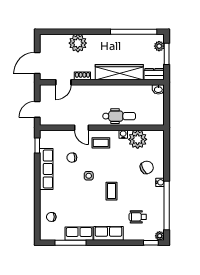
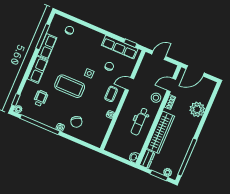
door: (37, 63) -> (195, 71), swing flipped
door: (63, 82) -> (171, 85), hinge flipped
stool: (84, 93) -> (156, 98), added
door: (37, 109) -> (159, 55), hinge flipped
dental chair: (119, 116) -> (139, 121), moved
plant: (138, 139) -> (102, 124), removed
row of seats: (46, 169) -> (120, 47), moved
coffee table: (111, 191) -> (70, 86), width x1.86, depth x1.72

